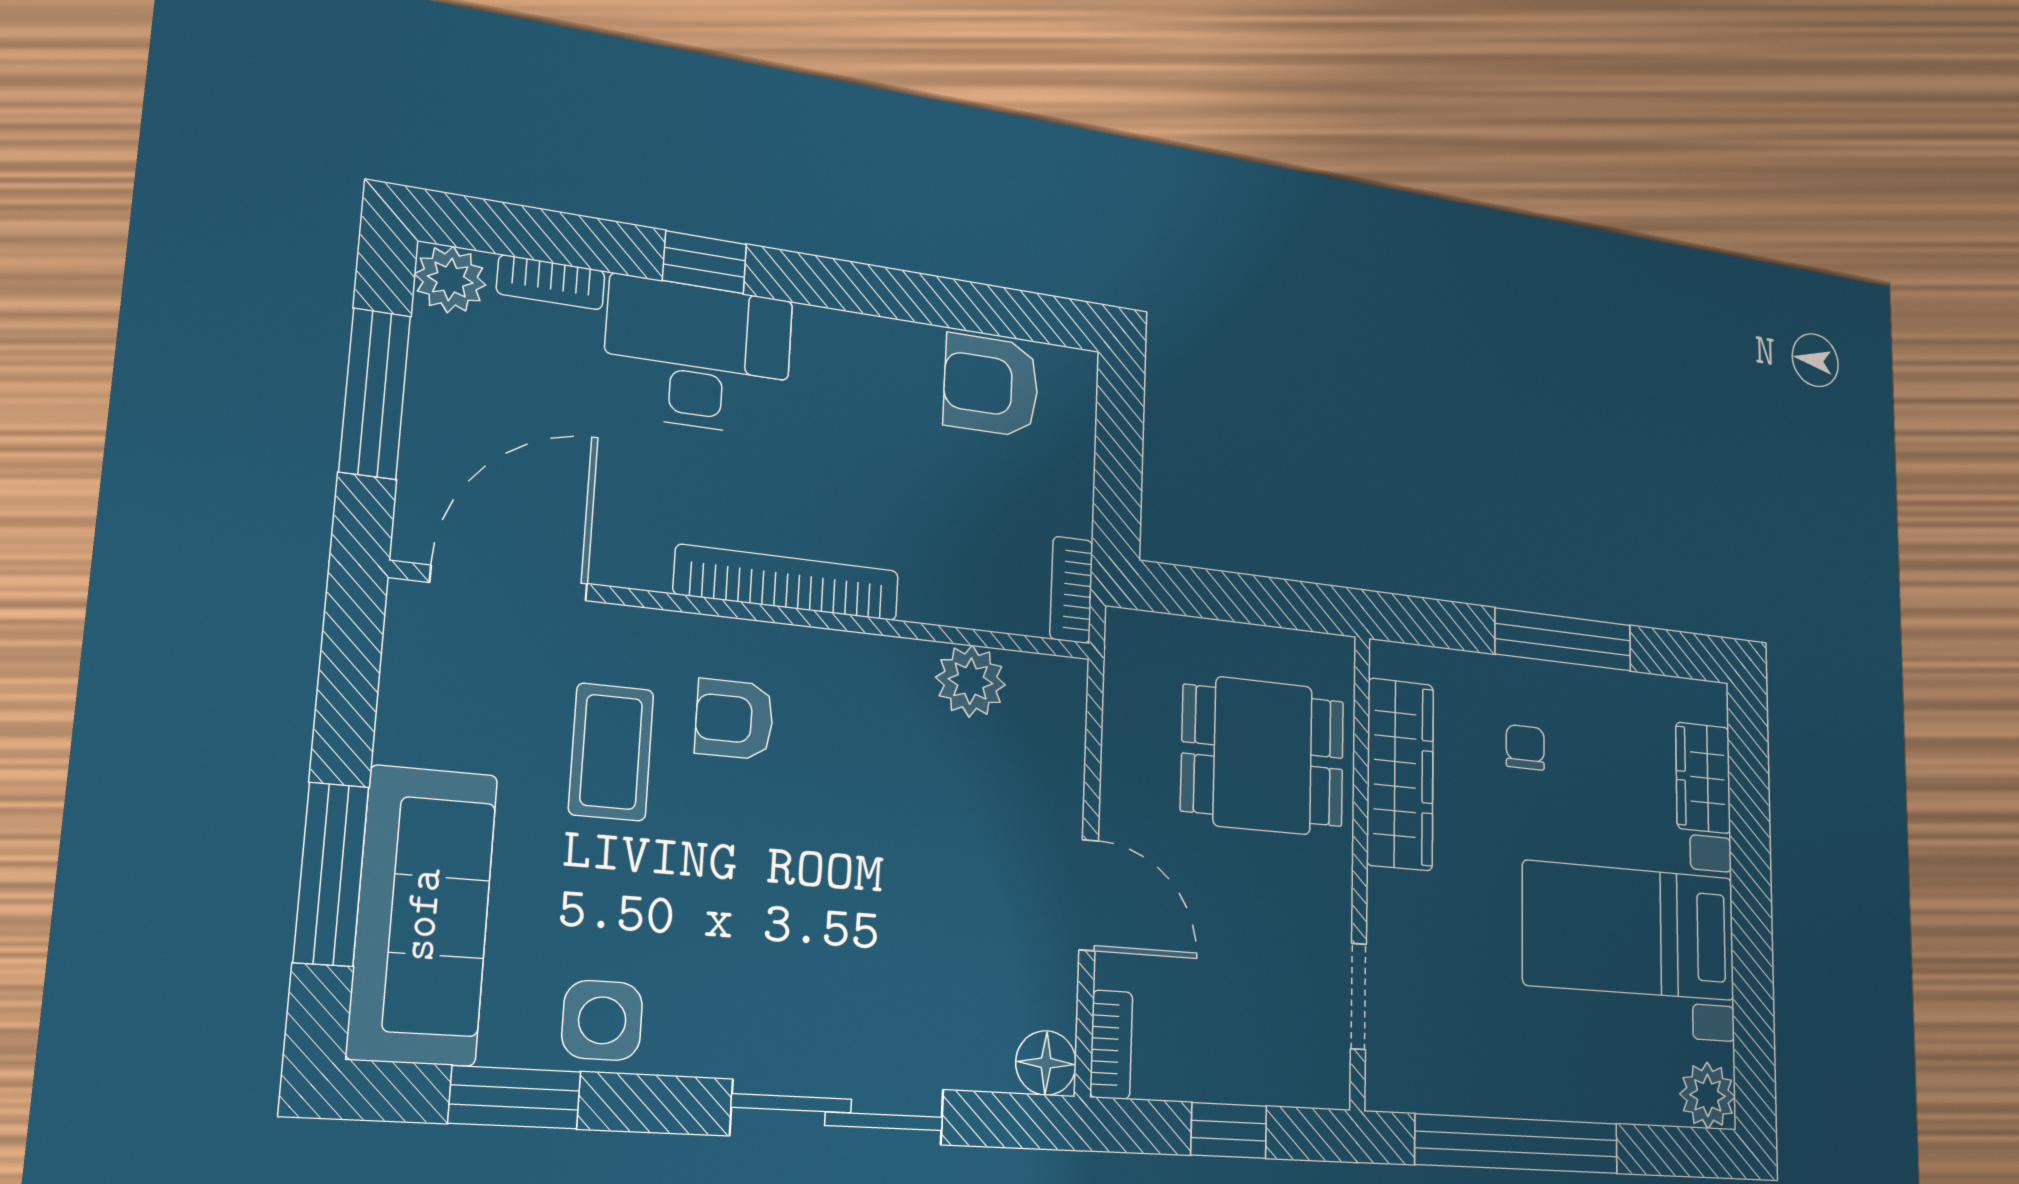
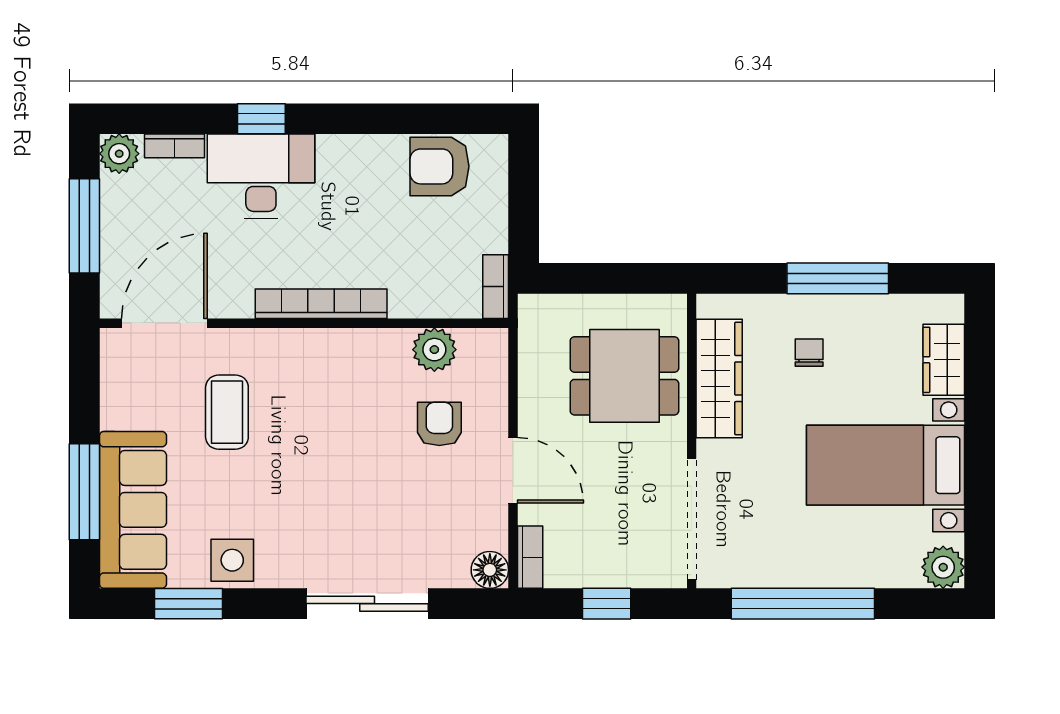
armchair: (734, 719) -> (439, 424), moved, turned 90
doorway: (1358, 996) -> (692, 519), width x1.87

